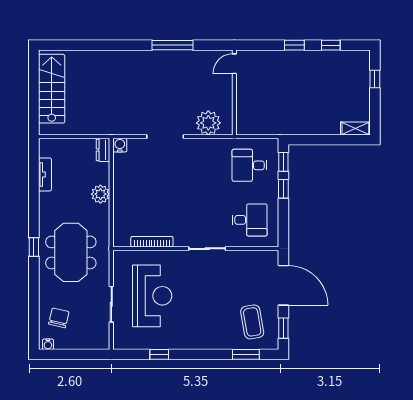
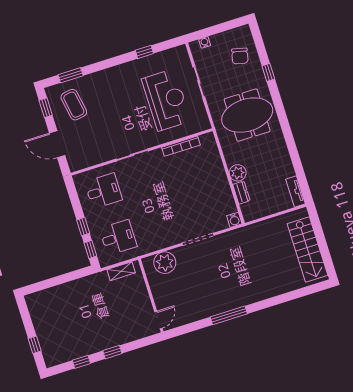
window: (173, 45) -> (229, 315), moved
shelving: (355, 128) -> (121, 271), moved
dresser: (103, 150) -> (241, 193), moved
tv unit: (45, 174) -> (296, 192), moved
desk: (250, 220) -> (104, 191), turned 180
window: (34, 247) -> (268, 72), moved
meeting table: (71, 252) -> (247, 115), turned 90
door: (283, 285) -> (57, 144), width x0.73
reception desk: (152, 296) -> (166, 100), turned 180
water cooler: (48, 344) -> (205, 42), moved

